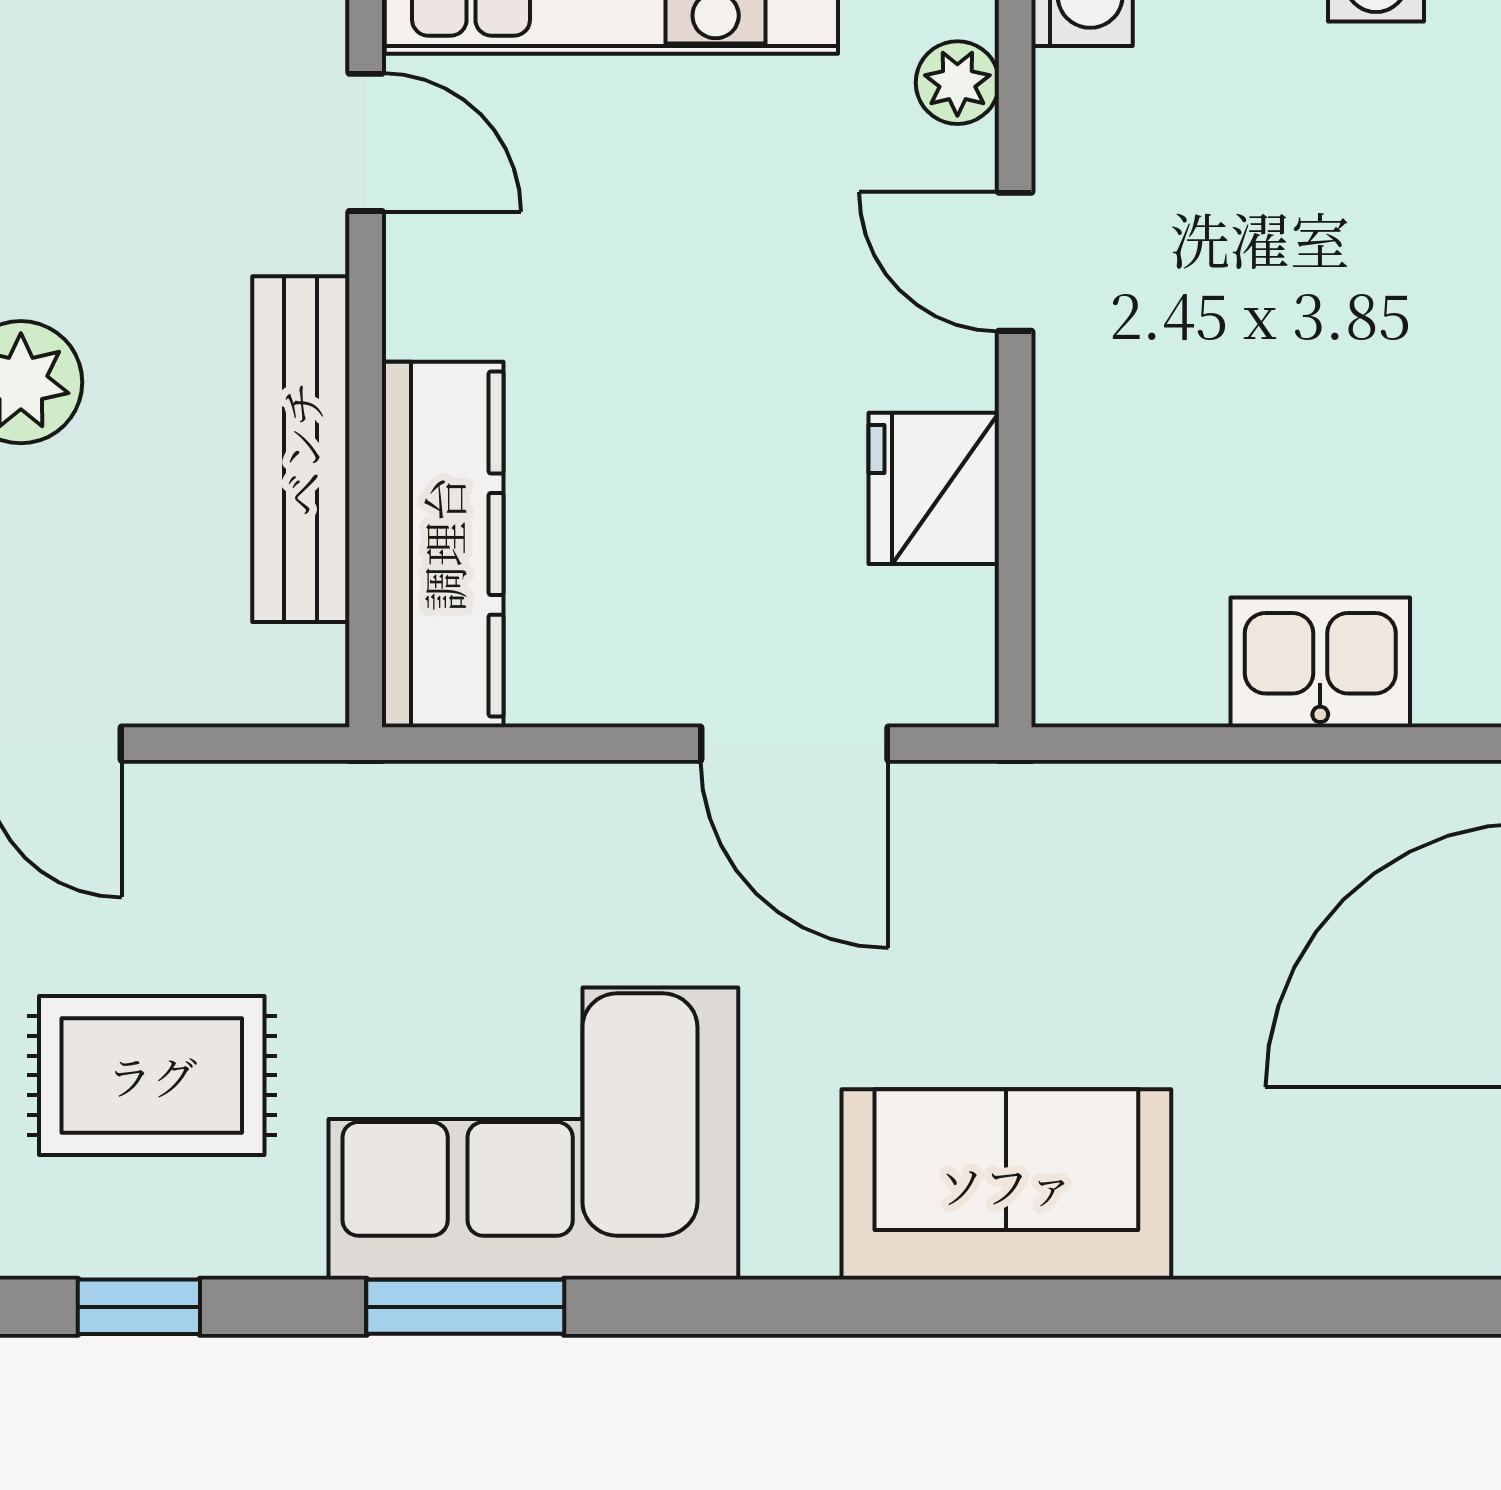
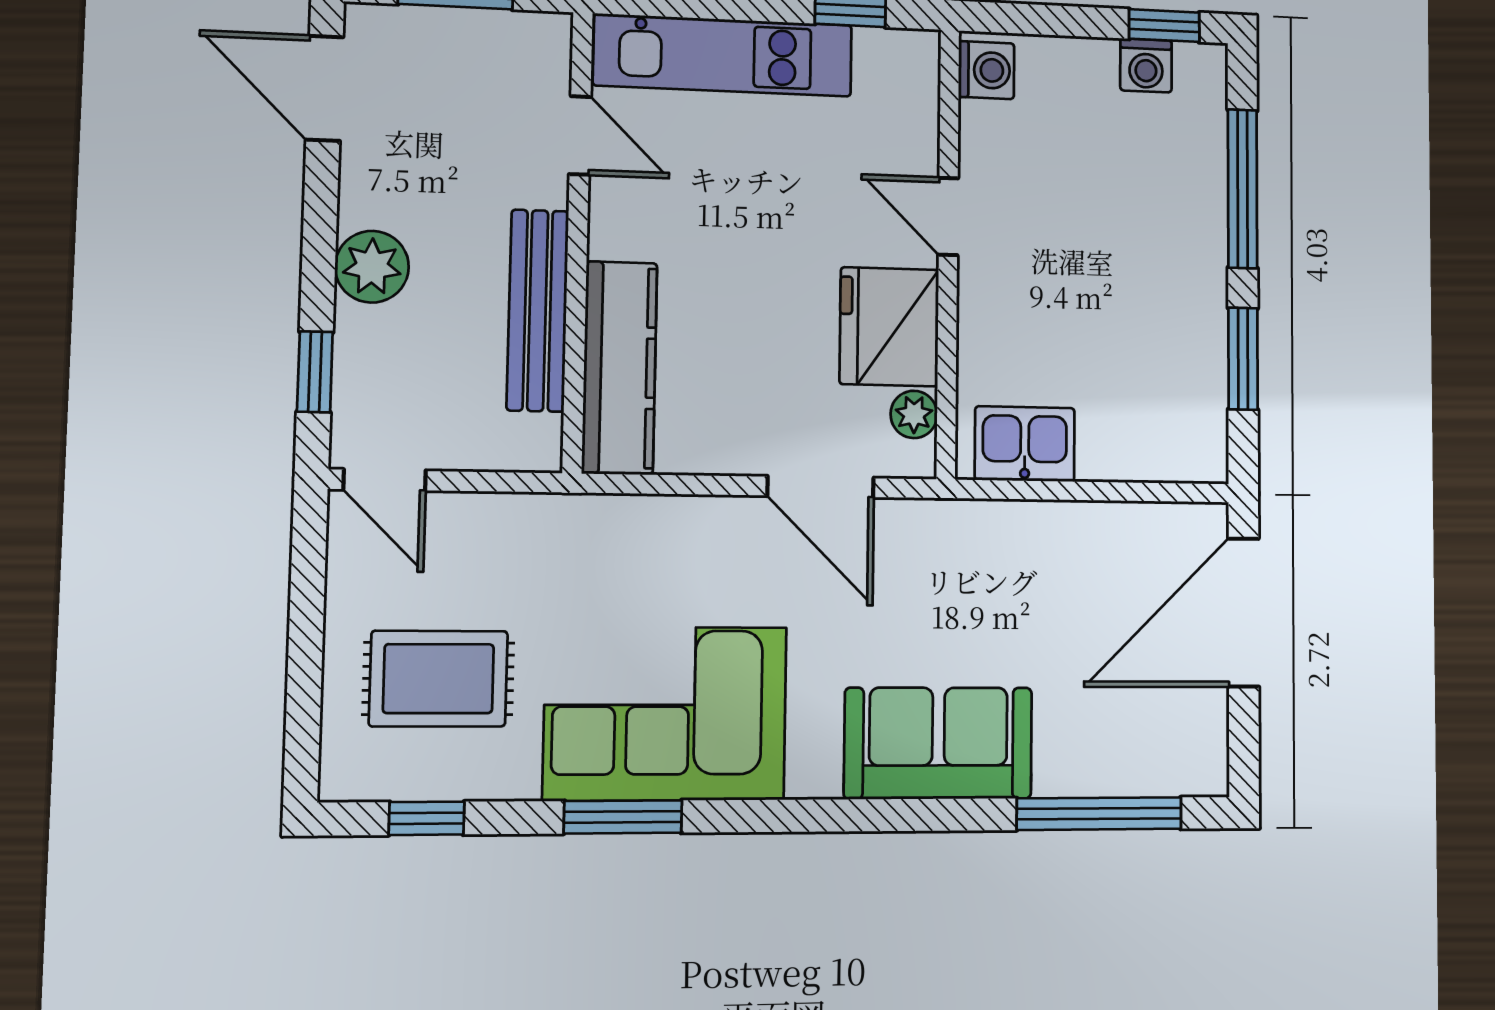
plant: (957, 83) -> (914, 414), moved
fridge: (934, 488) -> (889, 327), width x1.36, depth x1.34
kitchen sink: (1320, 662) -> (1025, 444), moved
window: (1294, 1307) -> (1099, 814), added

